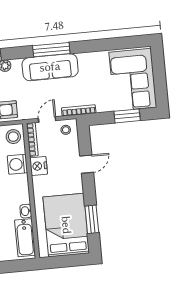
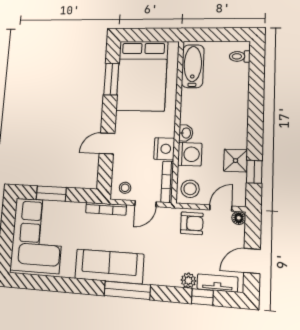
sofa: (50, 67) -> (109, 266), moved
washbasin: (26, 211) -> (186, 133), moved

